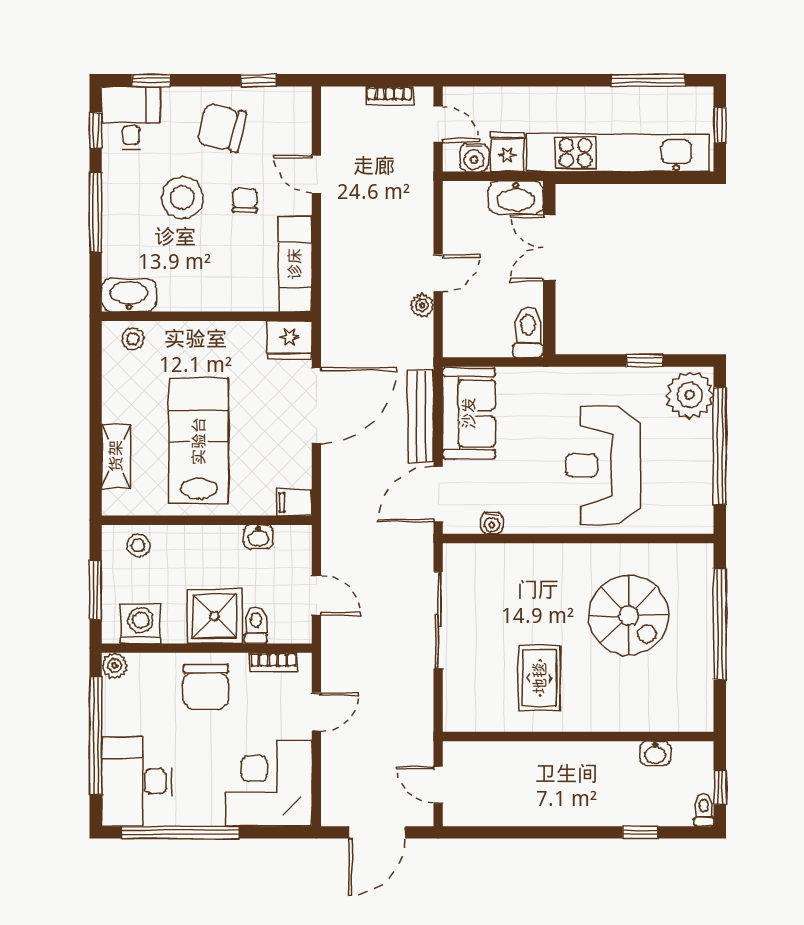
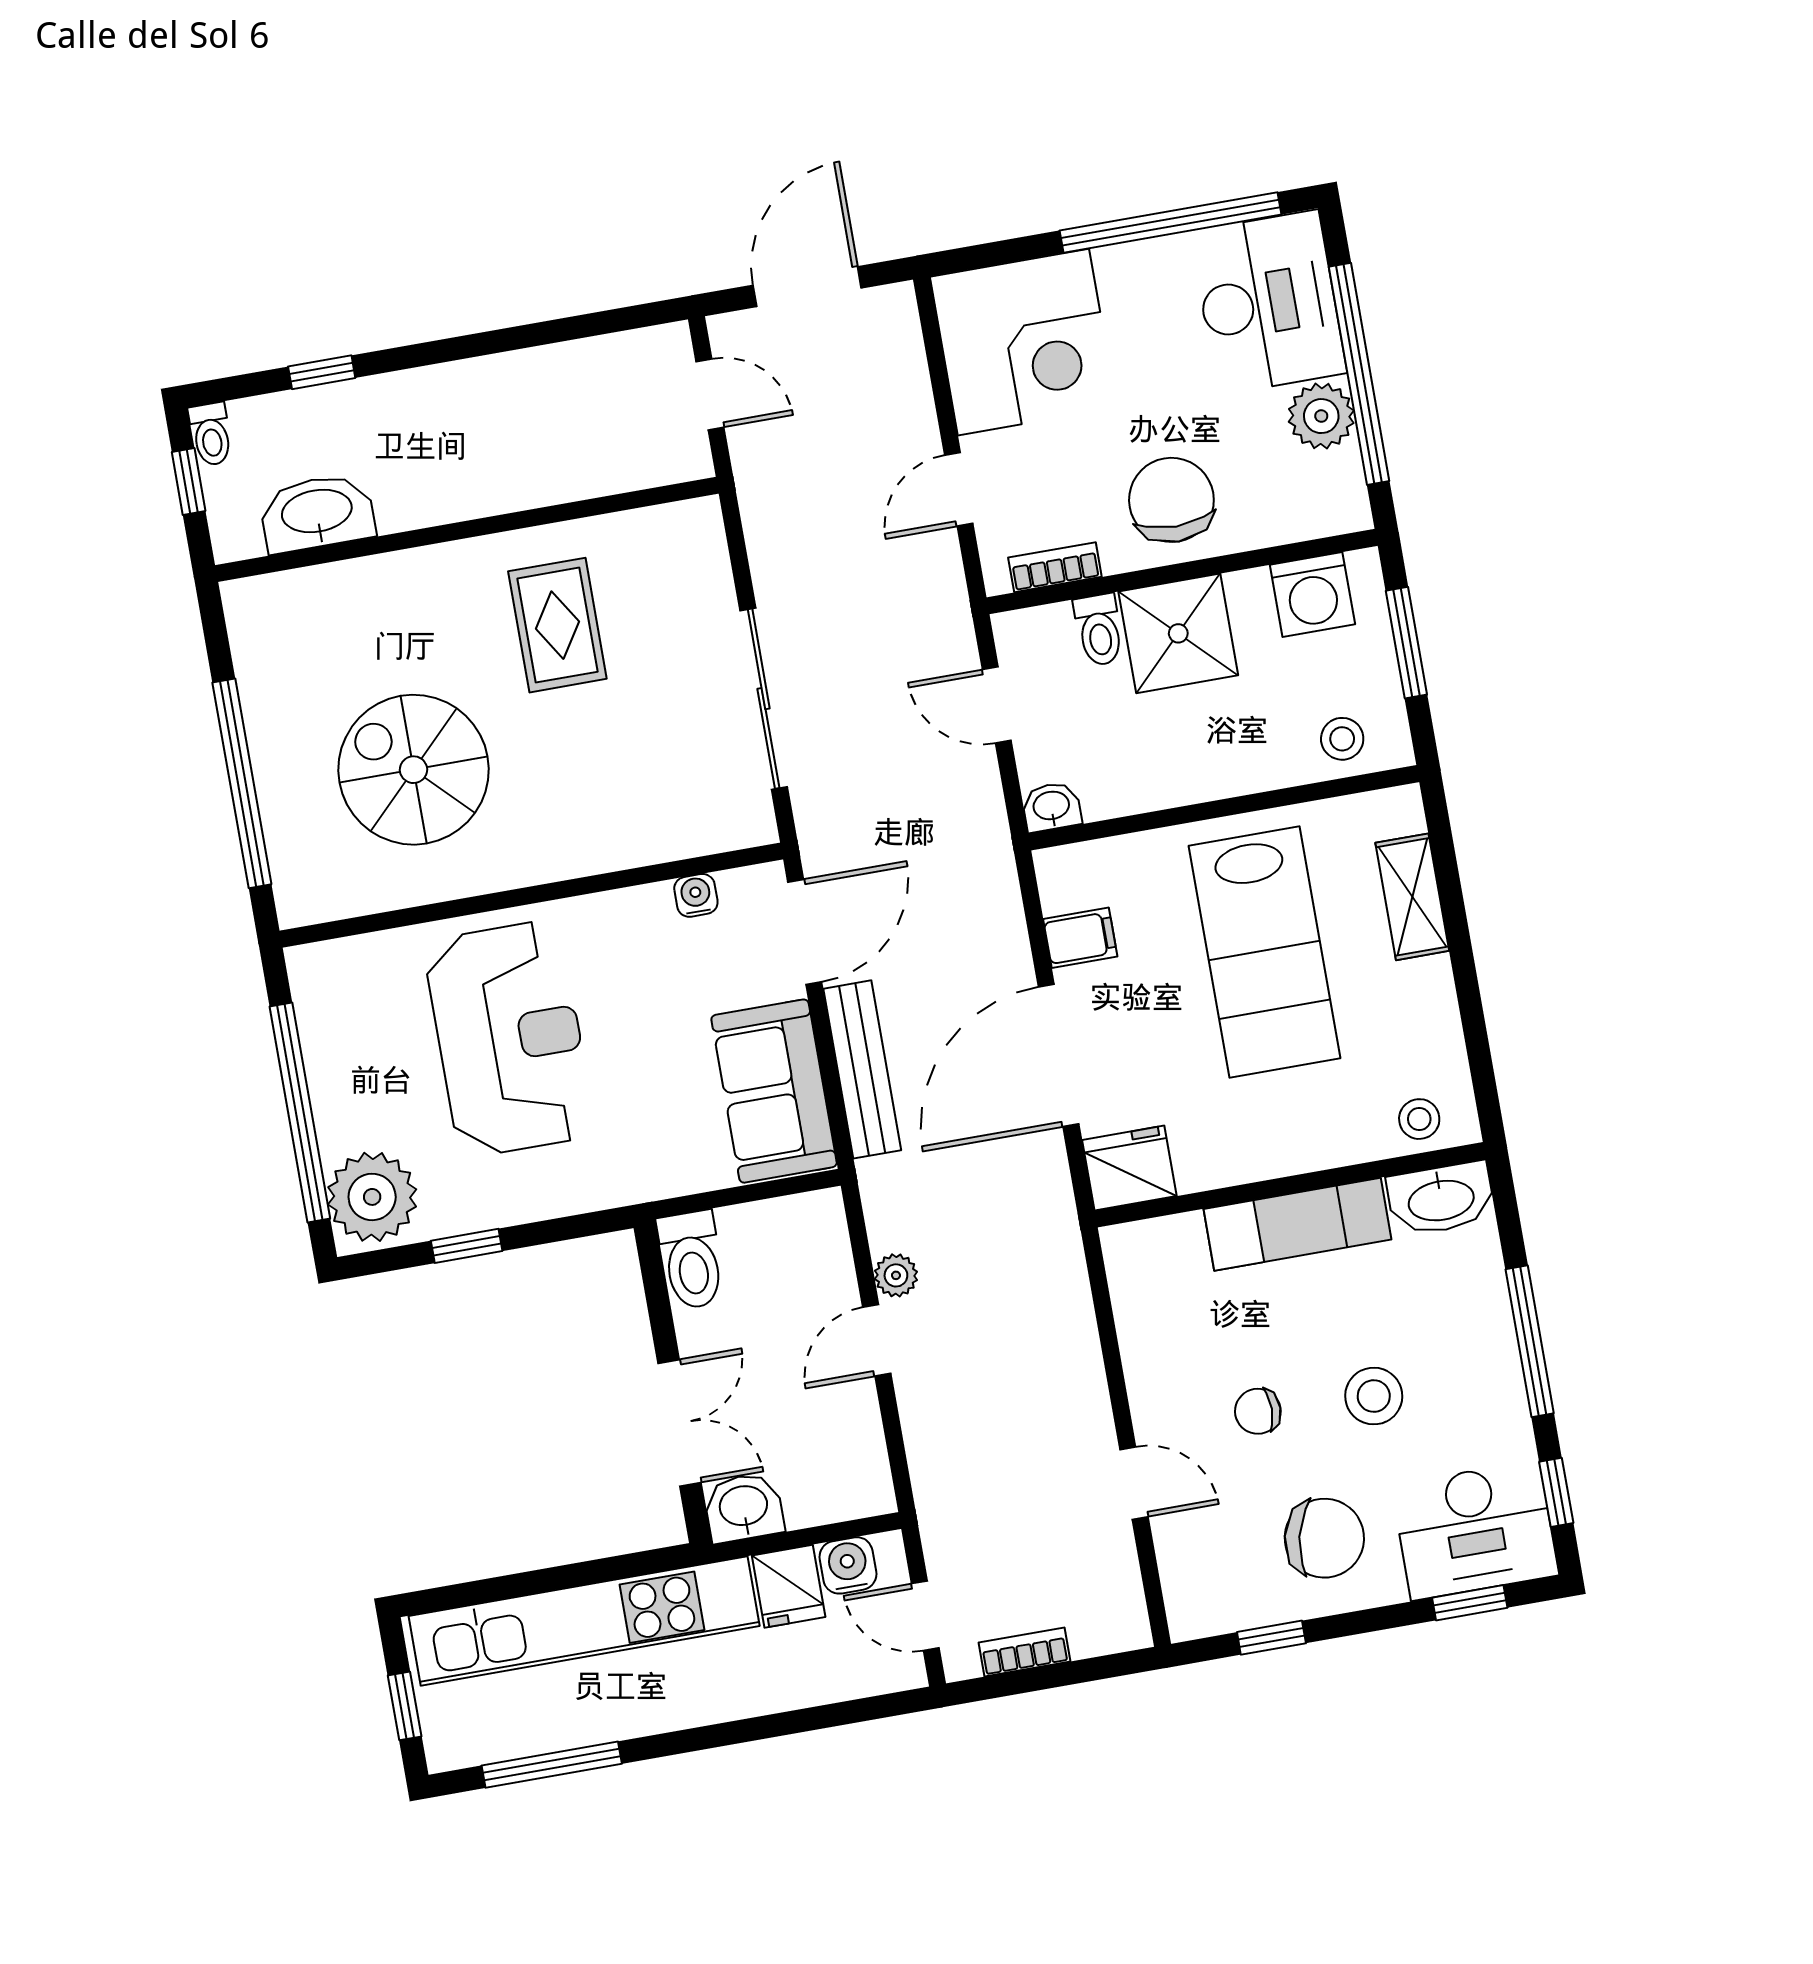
desk: (131, 118) -> (1475, 1530), width x1.37
stool: (182, 198) -> (1374, 1396), width x0.73, depth x0.73
washbasin: (516, 198) -> (744, 1507), width x0.72
chair: (245, 200) -> (1258, 1411), turned 90
exam couch: (295, 264) -> (1298, 1224), moved, turned 90
filing cabinet: (294, 502) -> (1080, 938), moved
washbasin: (258, 537) -> (1052, 807), moved
plant: (115, 666) -> (1321, 416), moved, width x1.38, depth x1.38
washbasin: (655, 753) -> (317, 513), width x1.91, depth x1.45

